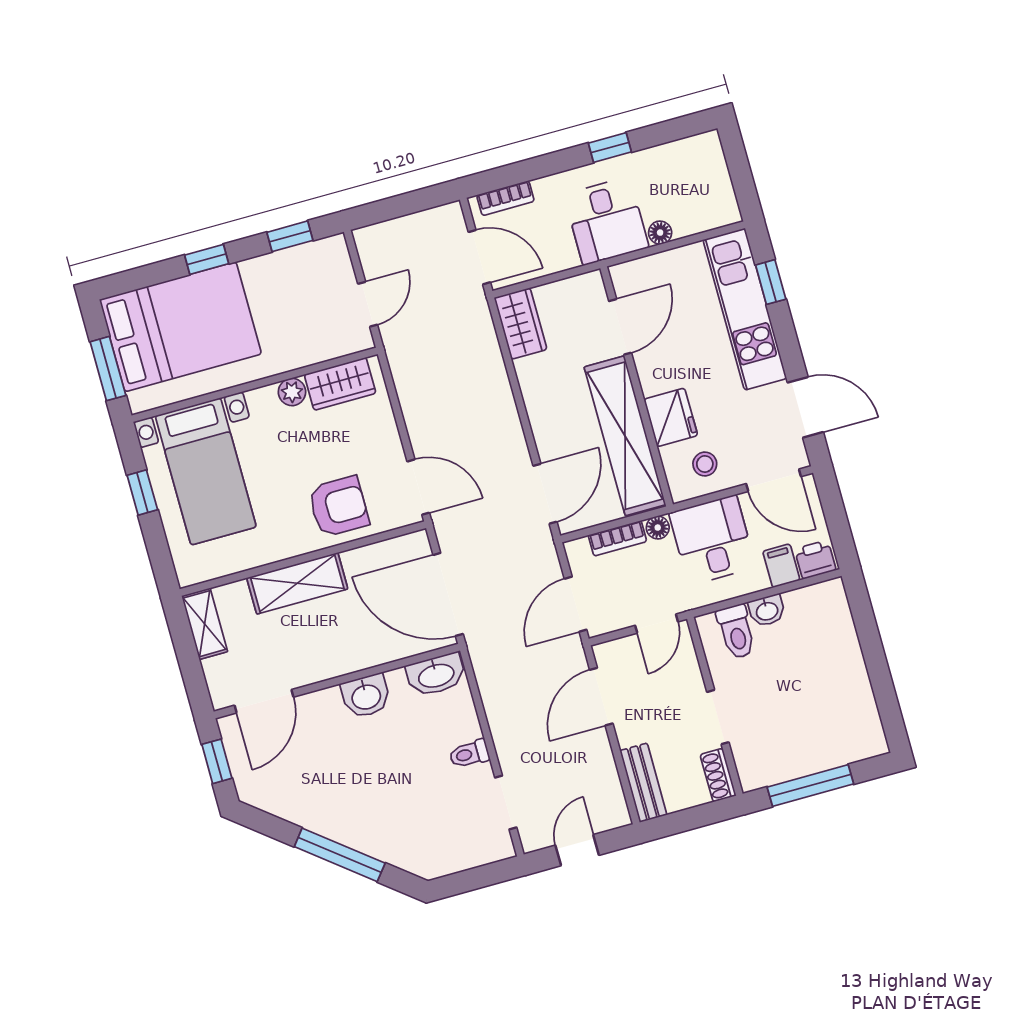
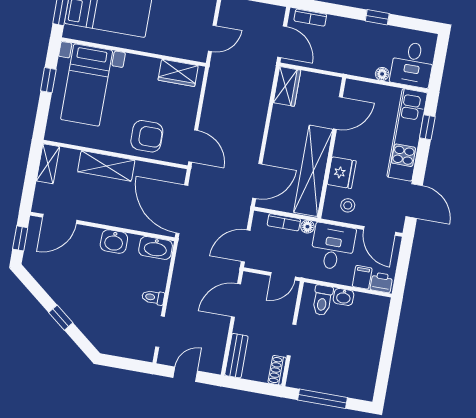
desk: (606, 221) -> (412, 64), moved
plant: (292, 392) -> (151, 65), removed
window: (340, 855) -> (61, 318), width x0.46

